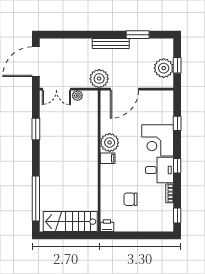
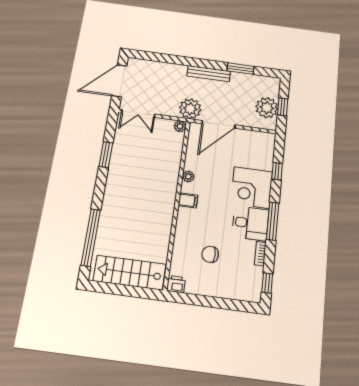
plant: (77, 96) -> (180, 126), moved
plant: (110, 143) -> (188, 176), width x0.53, depth x0.53
window: (177, 166) -> (273, 221), width x2.17

